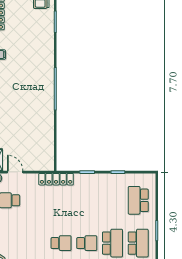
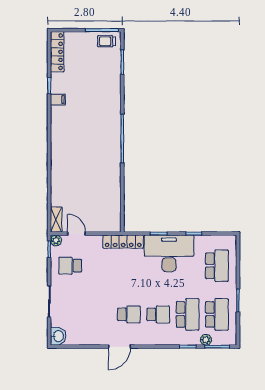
desk: (96, 189) -> (169, 253), added
school desk: (138, 200) -> (217, 266), turned 180

